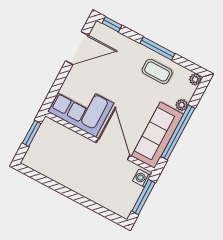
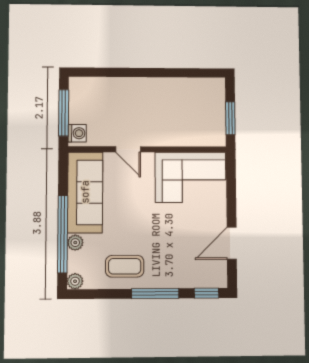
door: (77, 48) -> (232, 243), width x0.73
window: (157, 48) -> (155, 294), moved
window: (178, 132) -> (63, 234), moved
door: (113, 149) -> (128, 149), width x0.53

